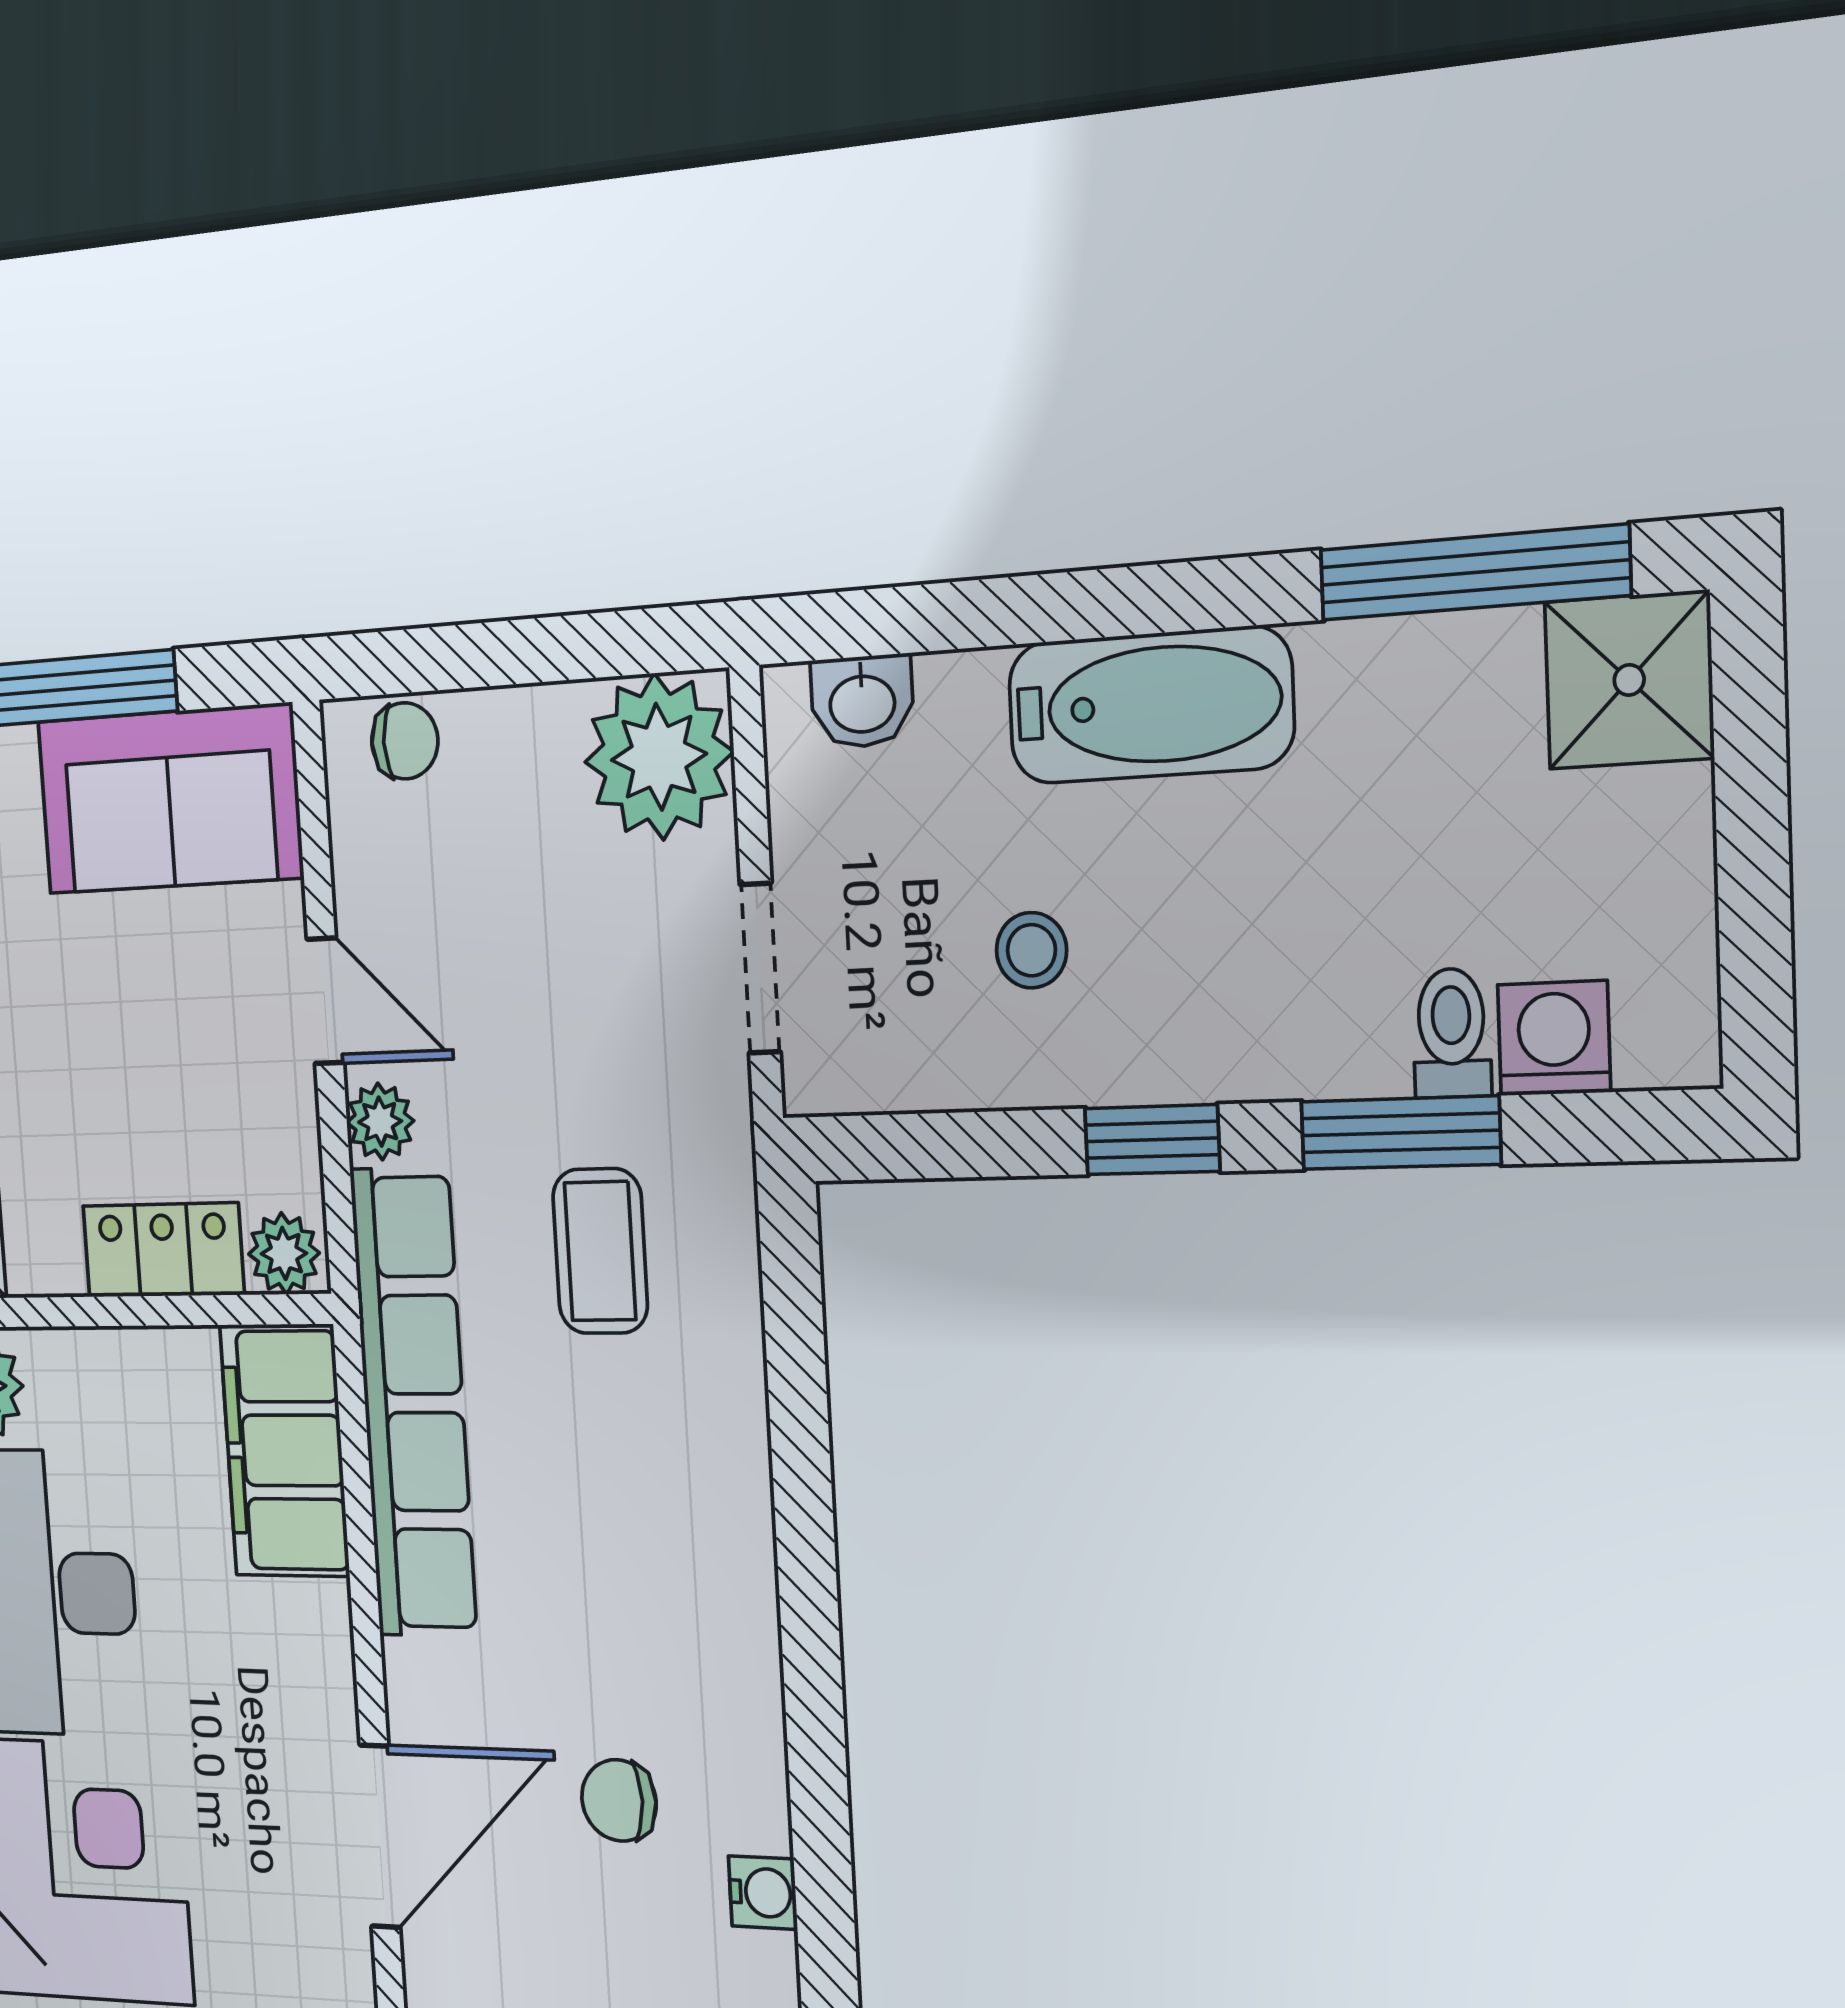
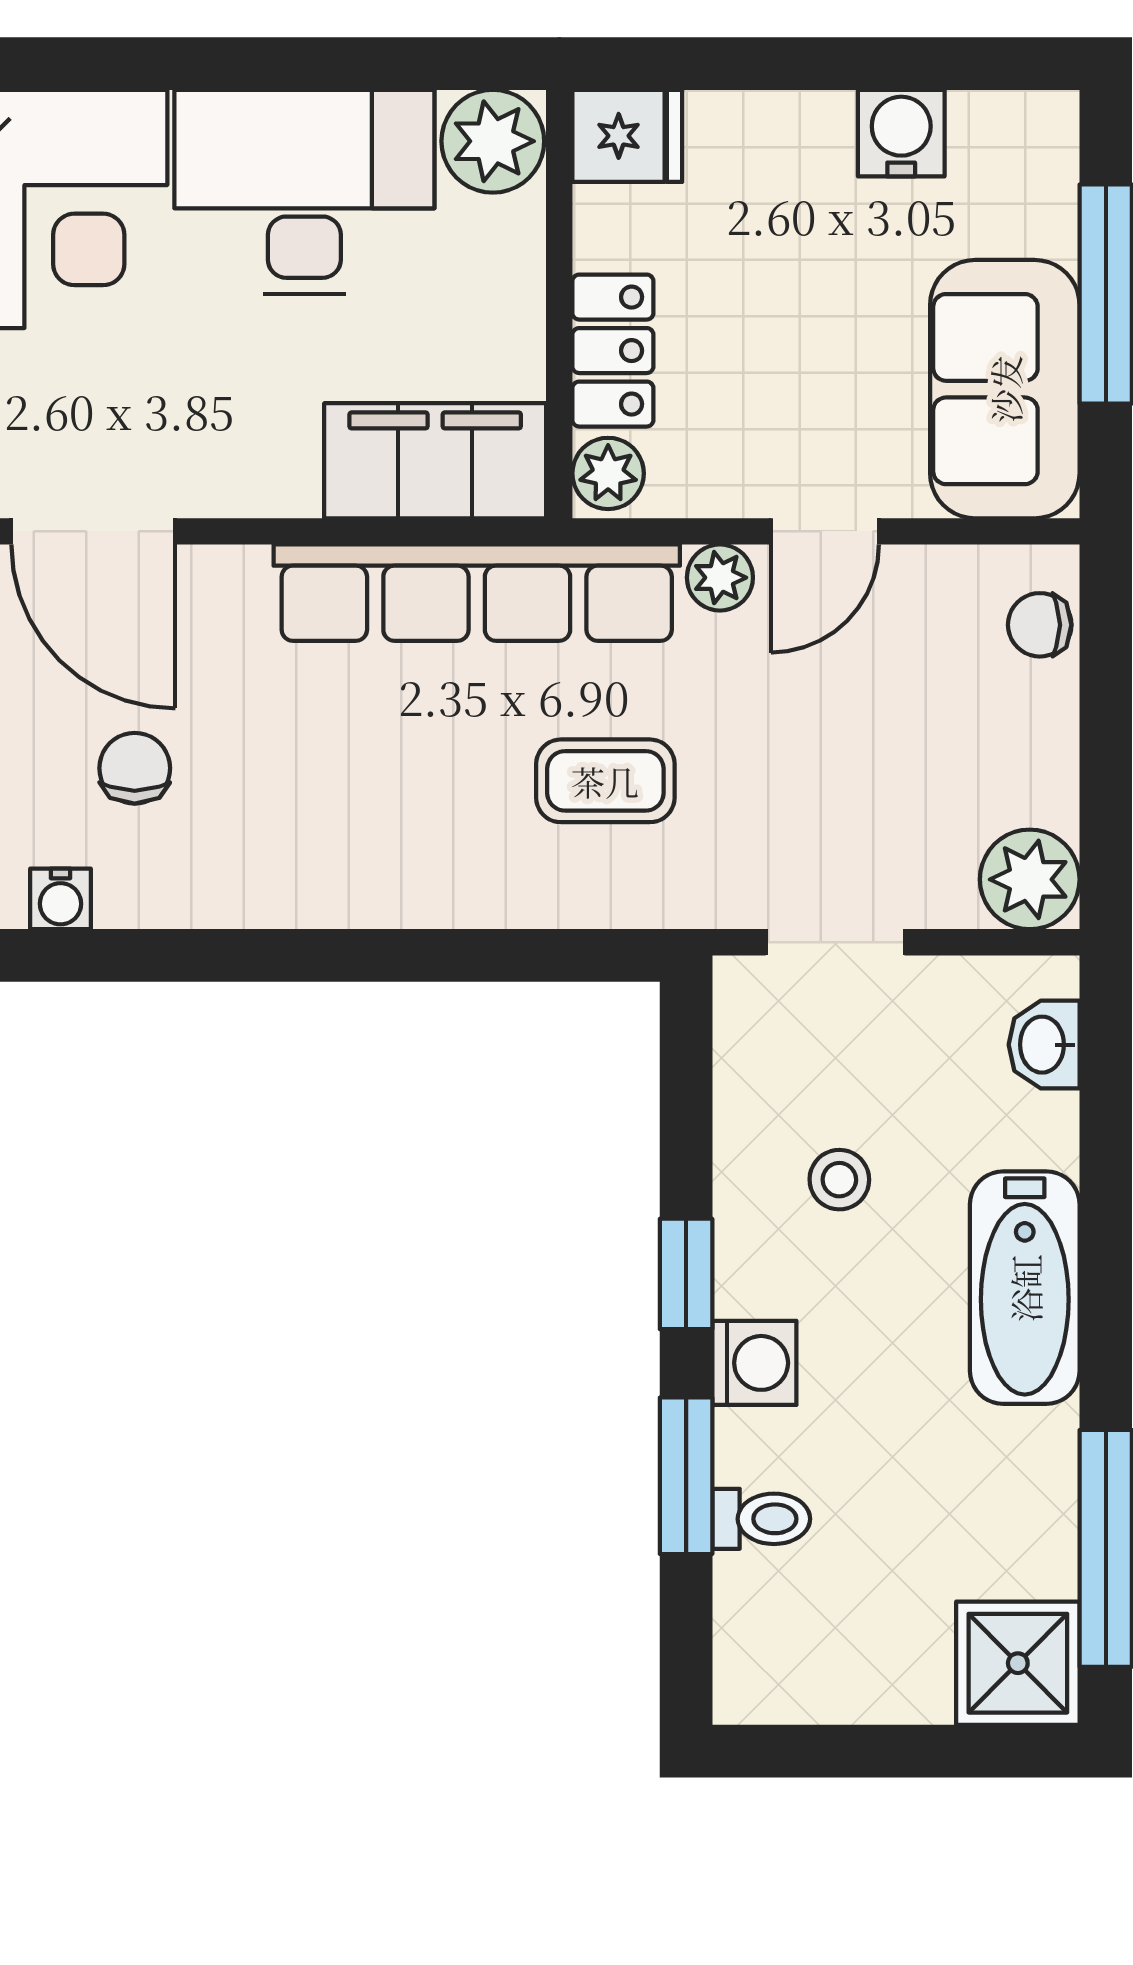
chair: (405, 741) -> (1040, 625), turned 90
plant: (659, 757) -> (1030, 879), width x0.73, depth x0.73
washing machine: (1554, 1038) -> (754, 1363), moved

